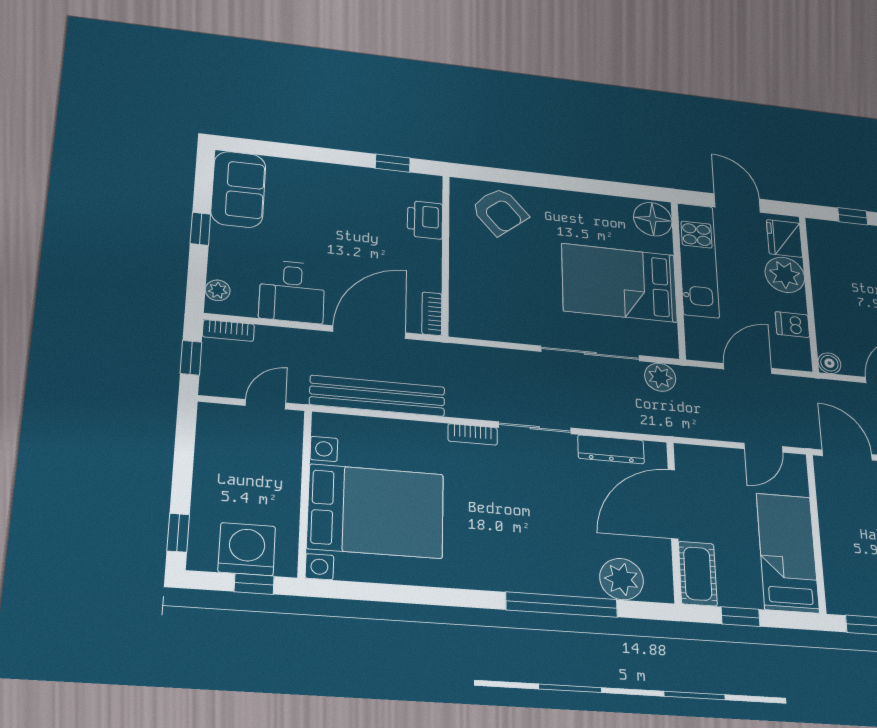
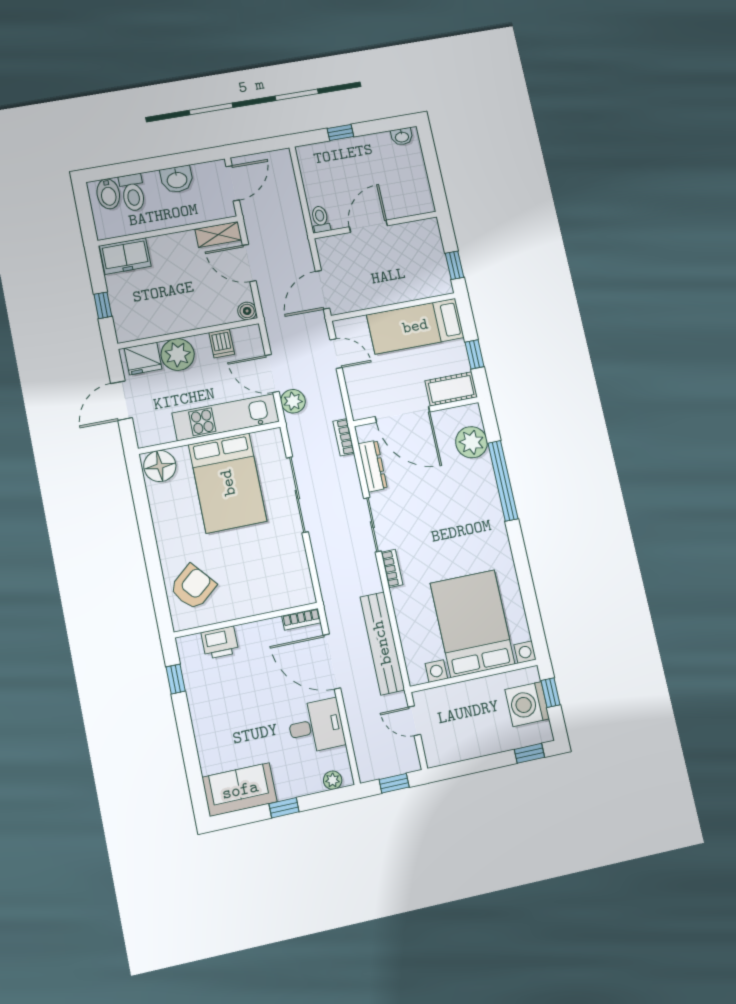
kitchen unit: (698, 260) -> (226, 417), moved
bookcase: (228, 330) -> (344, 437), moved, turned 180
plant: (660, 377) -> (293, 401), moved

